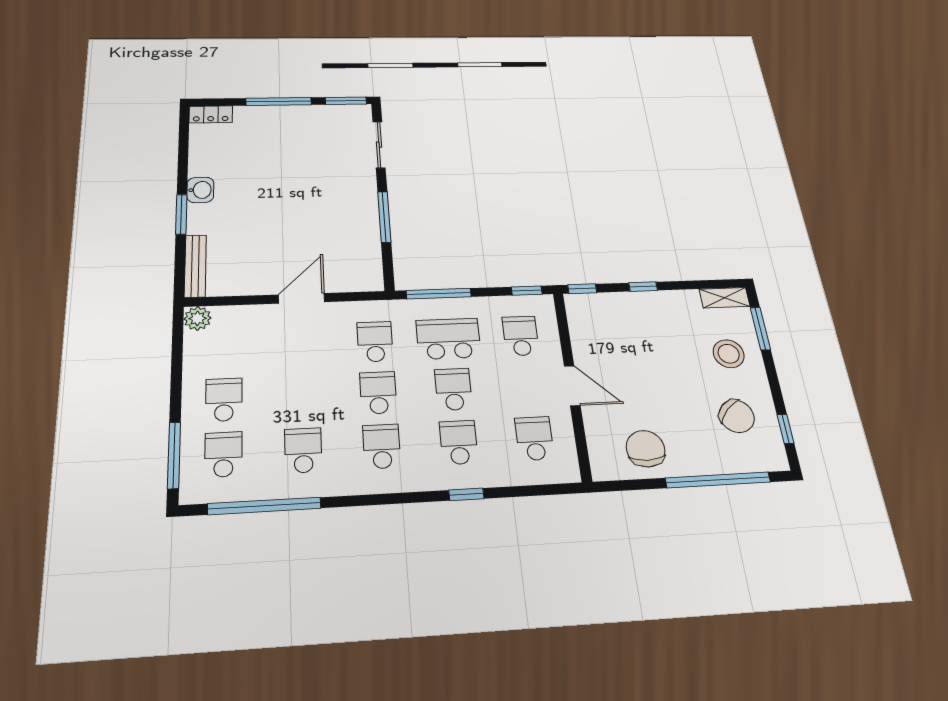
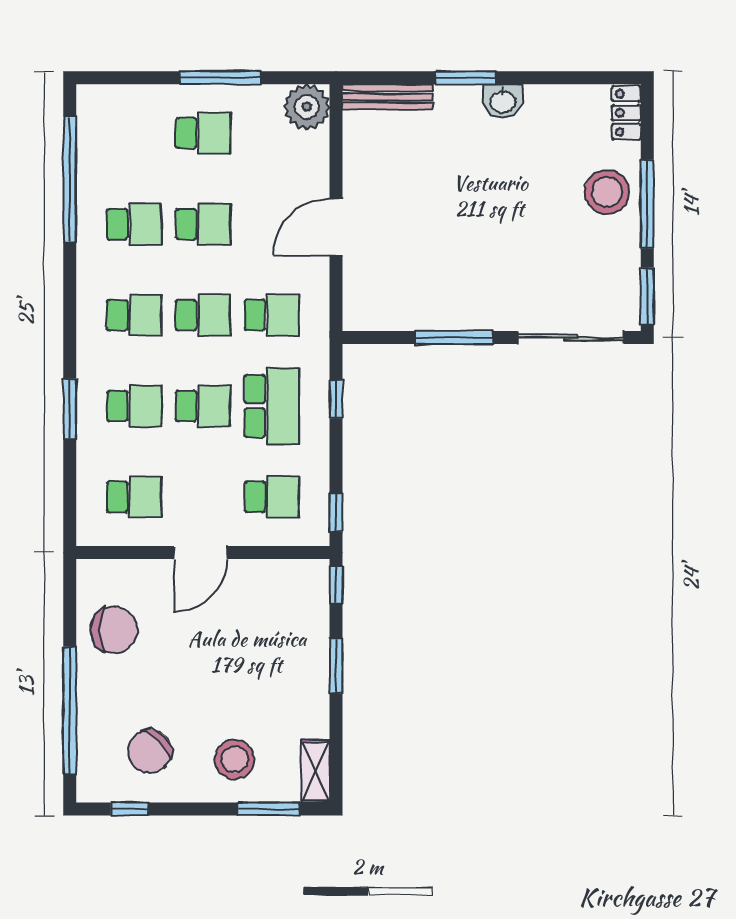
stool: (270, 125) -> (607, 192), added
sliding door: (379, 145) -> (571, 338), width x1.37
window: (643, 287) -> (336, 666), width x1.50
window: (439, 294) -> (336, 399), width x0.46
door: (301, 298) -> (336, 227), swing flipped
plant: (198, 318) -> (307, 107), width x1.36, depth x1.36
school desk: (223, 454) -> (203, 224), moved
window: (174, 455) -> (220, 78), moved
window: (466, 494) -> (70, 409), width x1.50

